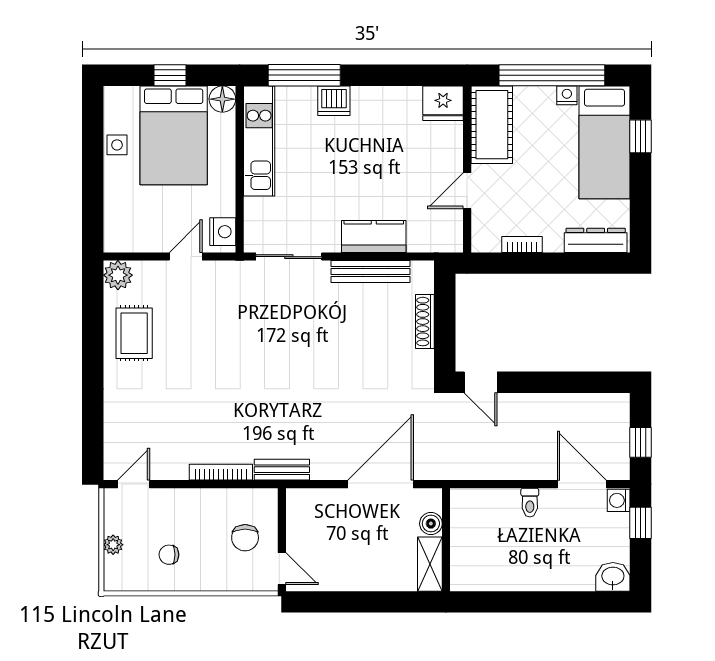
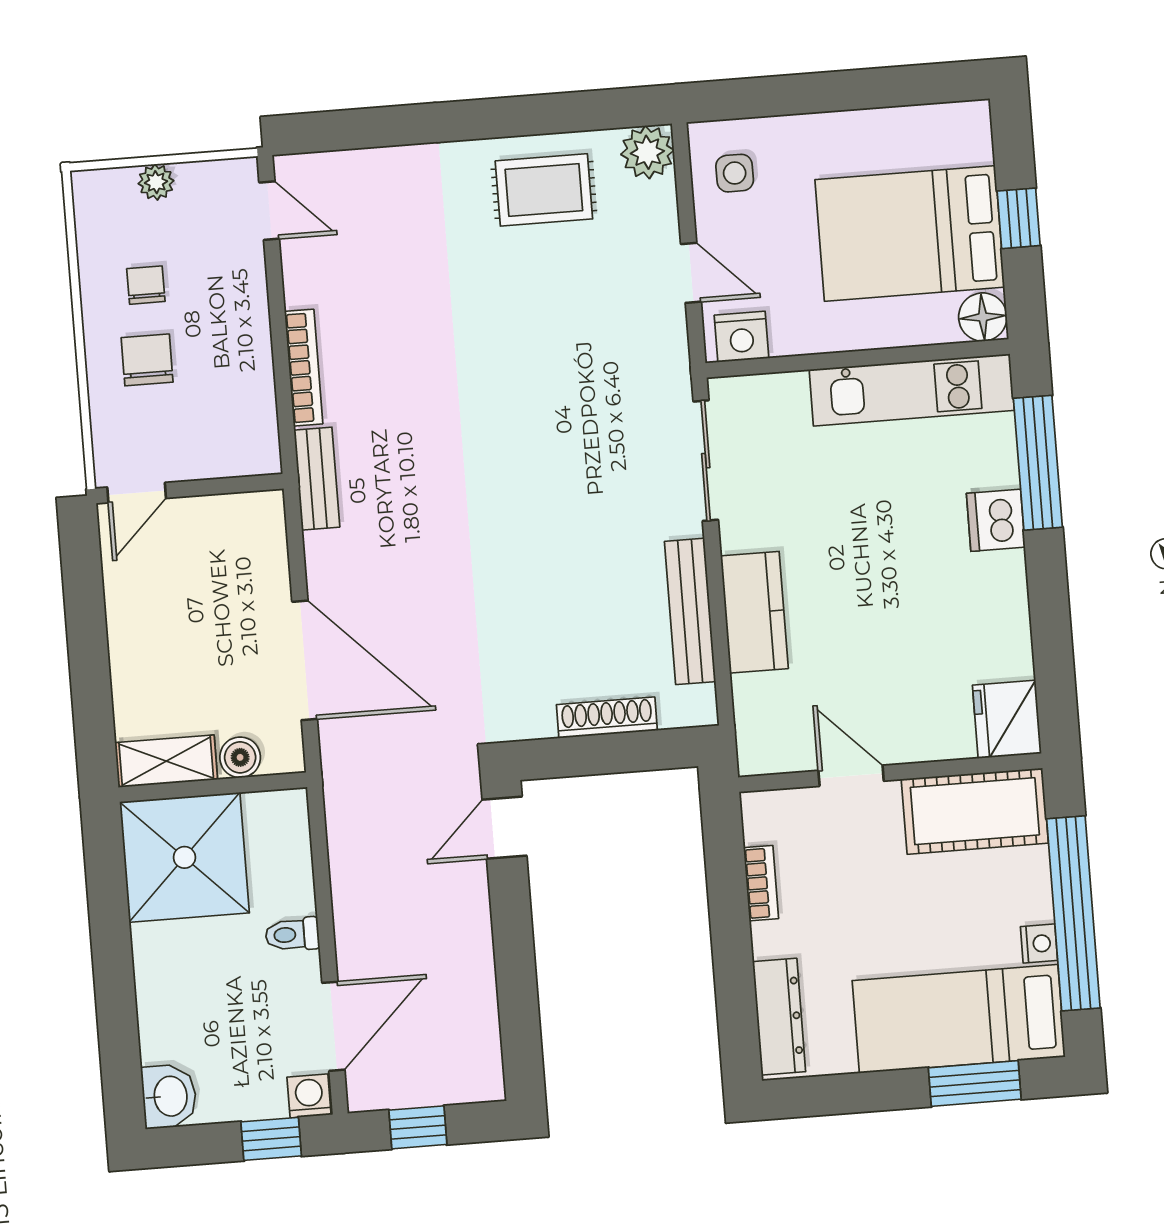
window: (641, 136) -> (975, 1083), width x1.50
side table: (117, 145) -> (735, 173), moved
chair: (245, 538) -> (147, 360), moved, turned 90
shower: (483, 558) -> (184, 857), added

